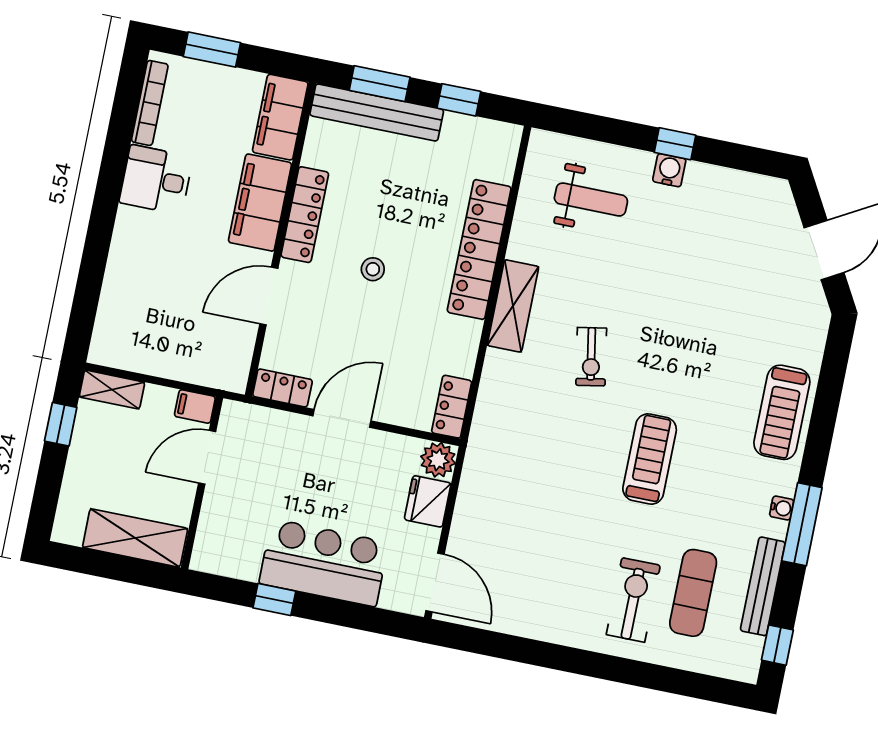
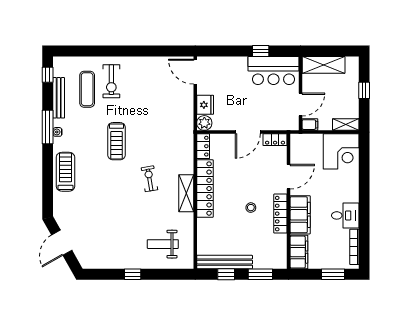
bench: (377, 113) -> (225, 262), moved
water cooler: (669, 170) -> (133, 263), removed
locker: (479, 249) -> (205, 189), moved
stool: (373, 269) -> (251, 208), moved
corner desk: (135, 330) -> (341, 151), added
window: (61, 424) -> (364, 90), moved
bar counter: (324, 563) -> (273, 71), moved

